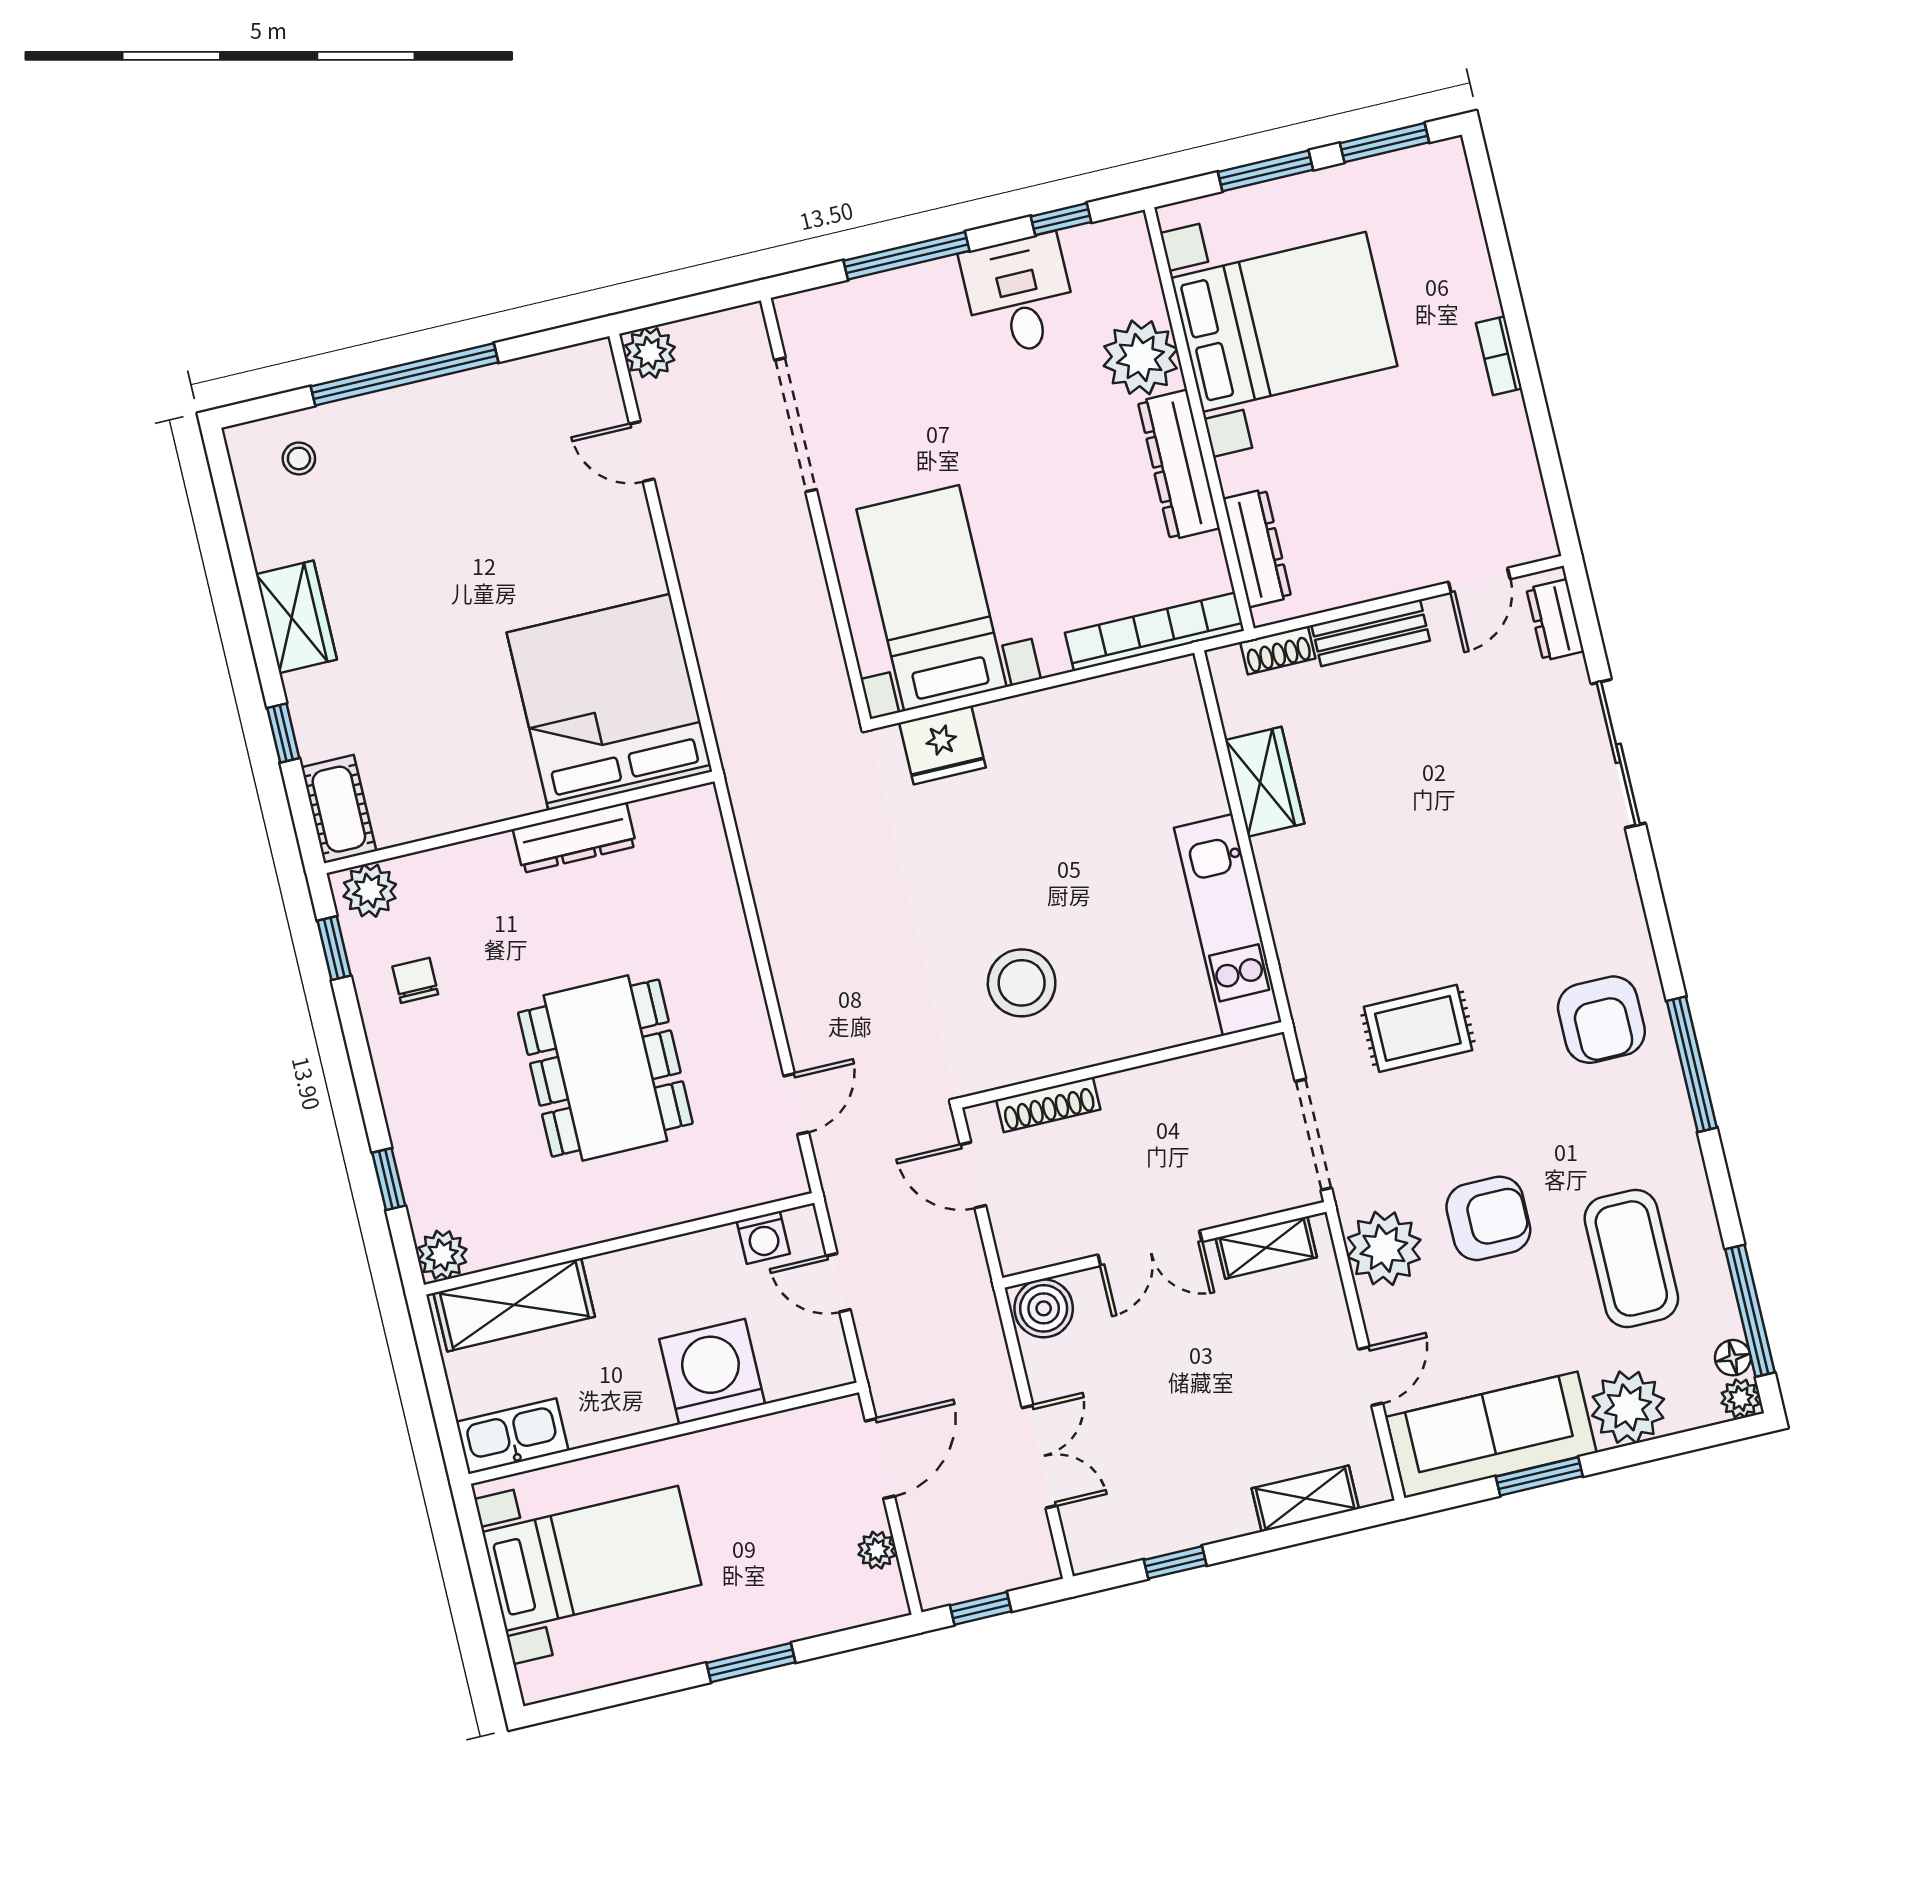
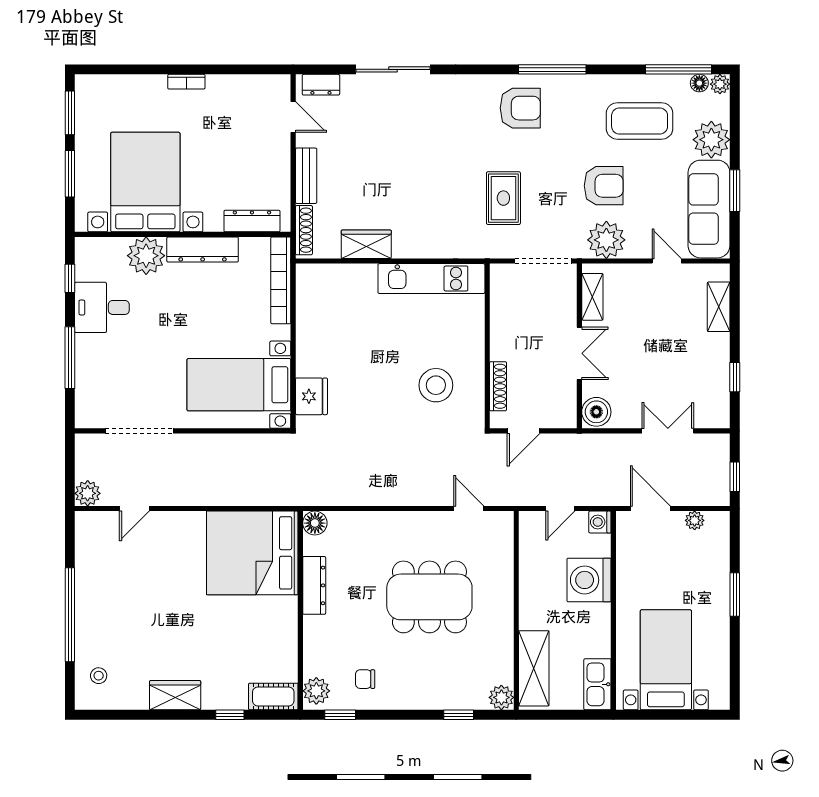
shoe rack: (1278, 650) -> (304, 230), width x1.43
floor lamp: (697, 810) -> (315, 523), added
armchair: (1488, 1218) -> (604, 186), turned 90
washing machine: (763, 1237) -> (600, 522), moved, turned 180

